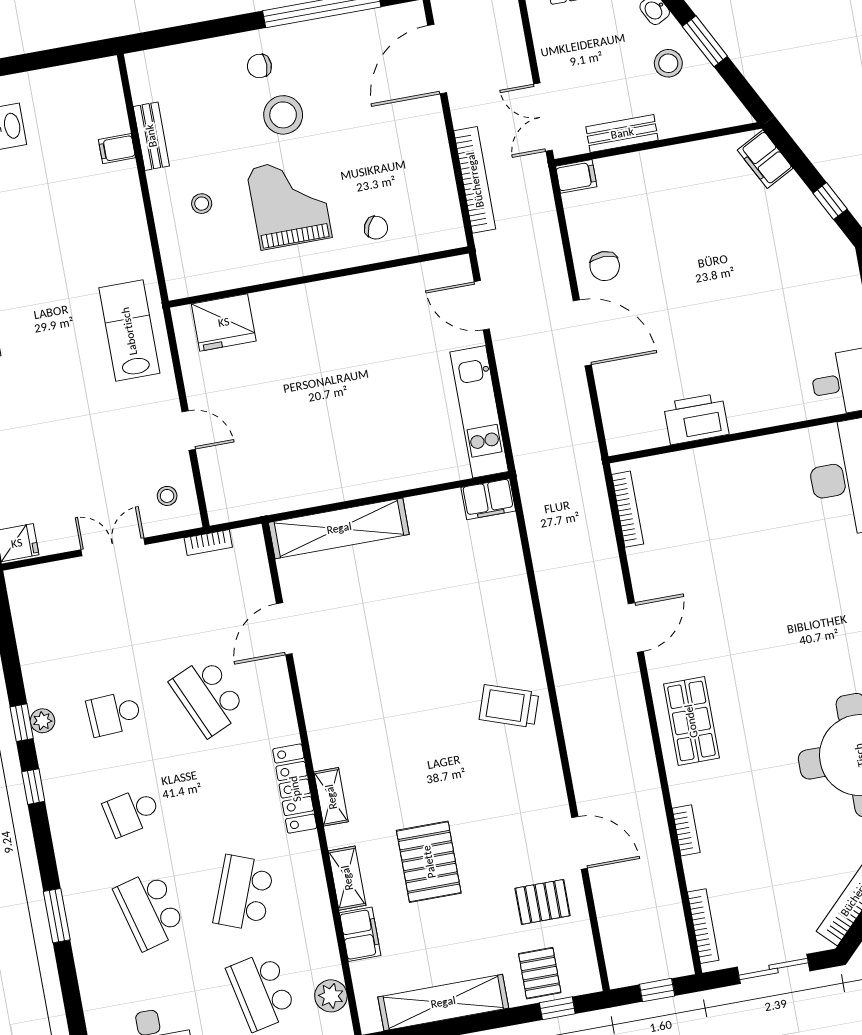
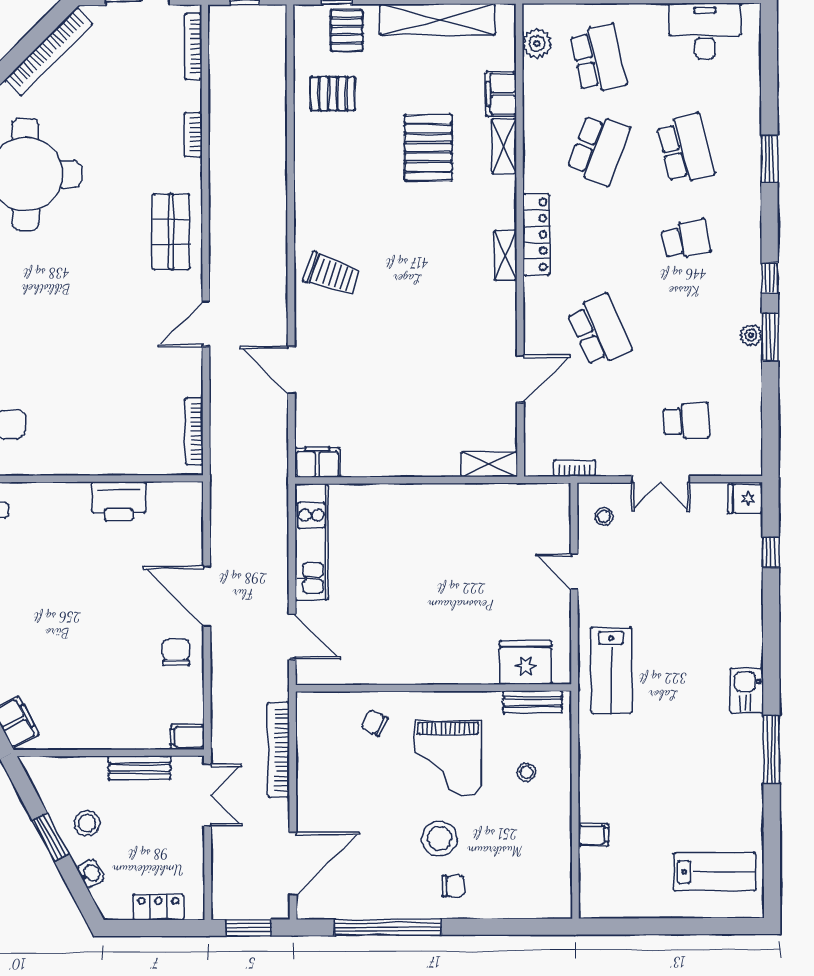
bench: (151, 136) -> (533, 702), moved, turned 90
shelving: (339, 528) -> (489, 464), width x0.45, depth x0.75
school desk: (114, 714) -> (686, 421), moved
window: (22, 723) -> (770, 337), width x1.50
shelving: (331, 797) -> (505, 255), moved
door: (580, 843) -> (291, 370), moved

